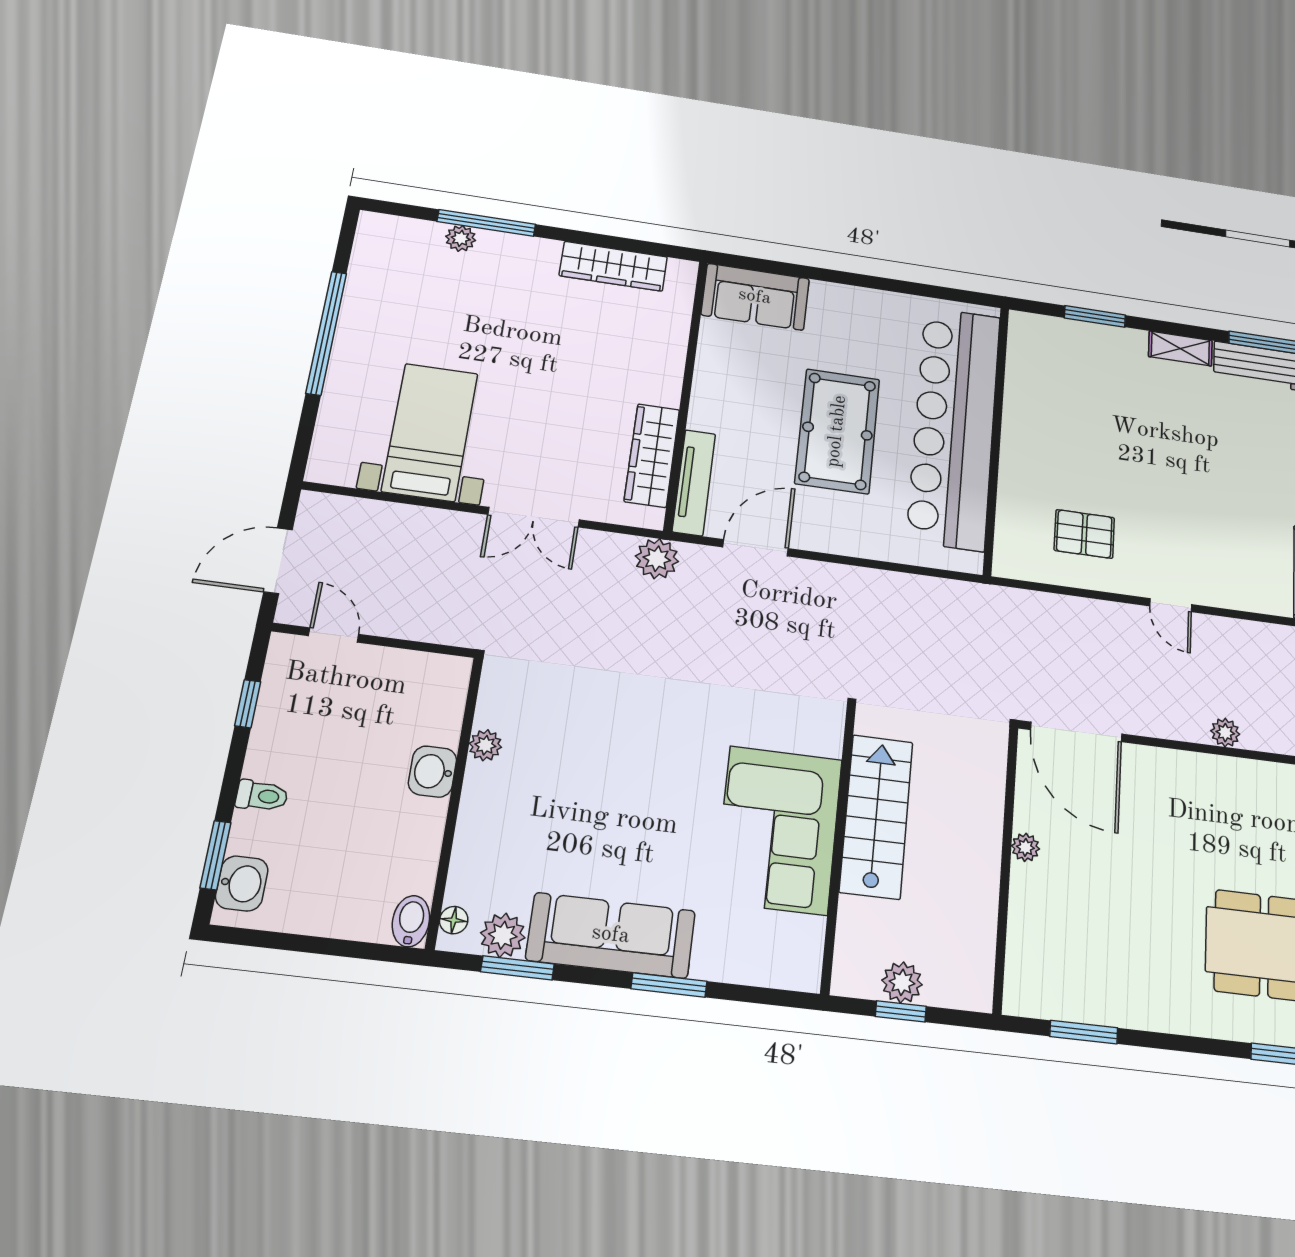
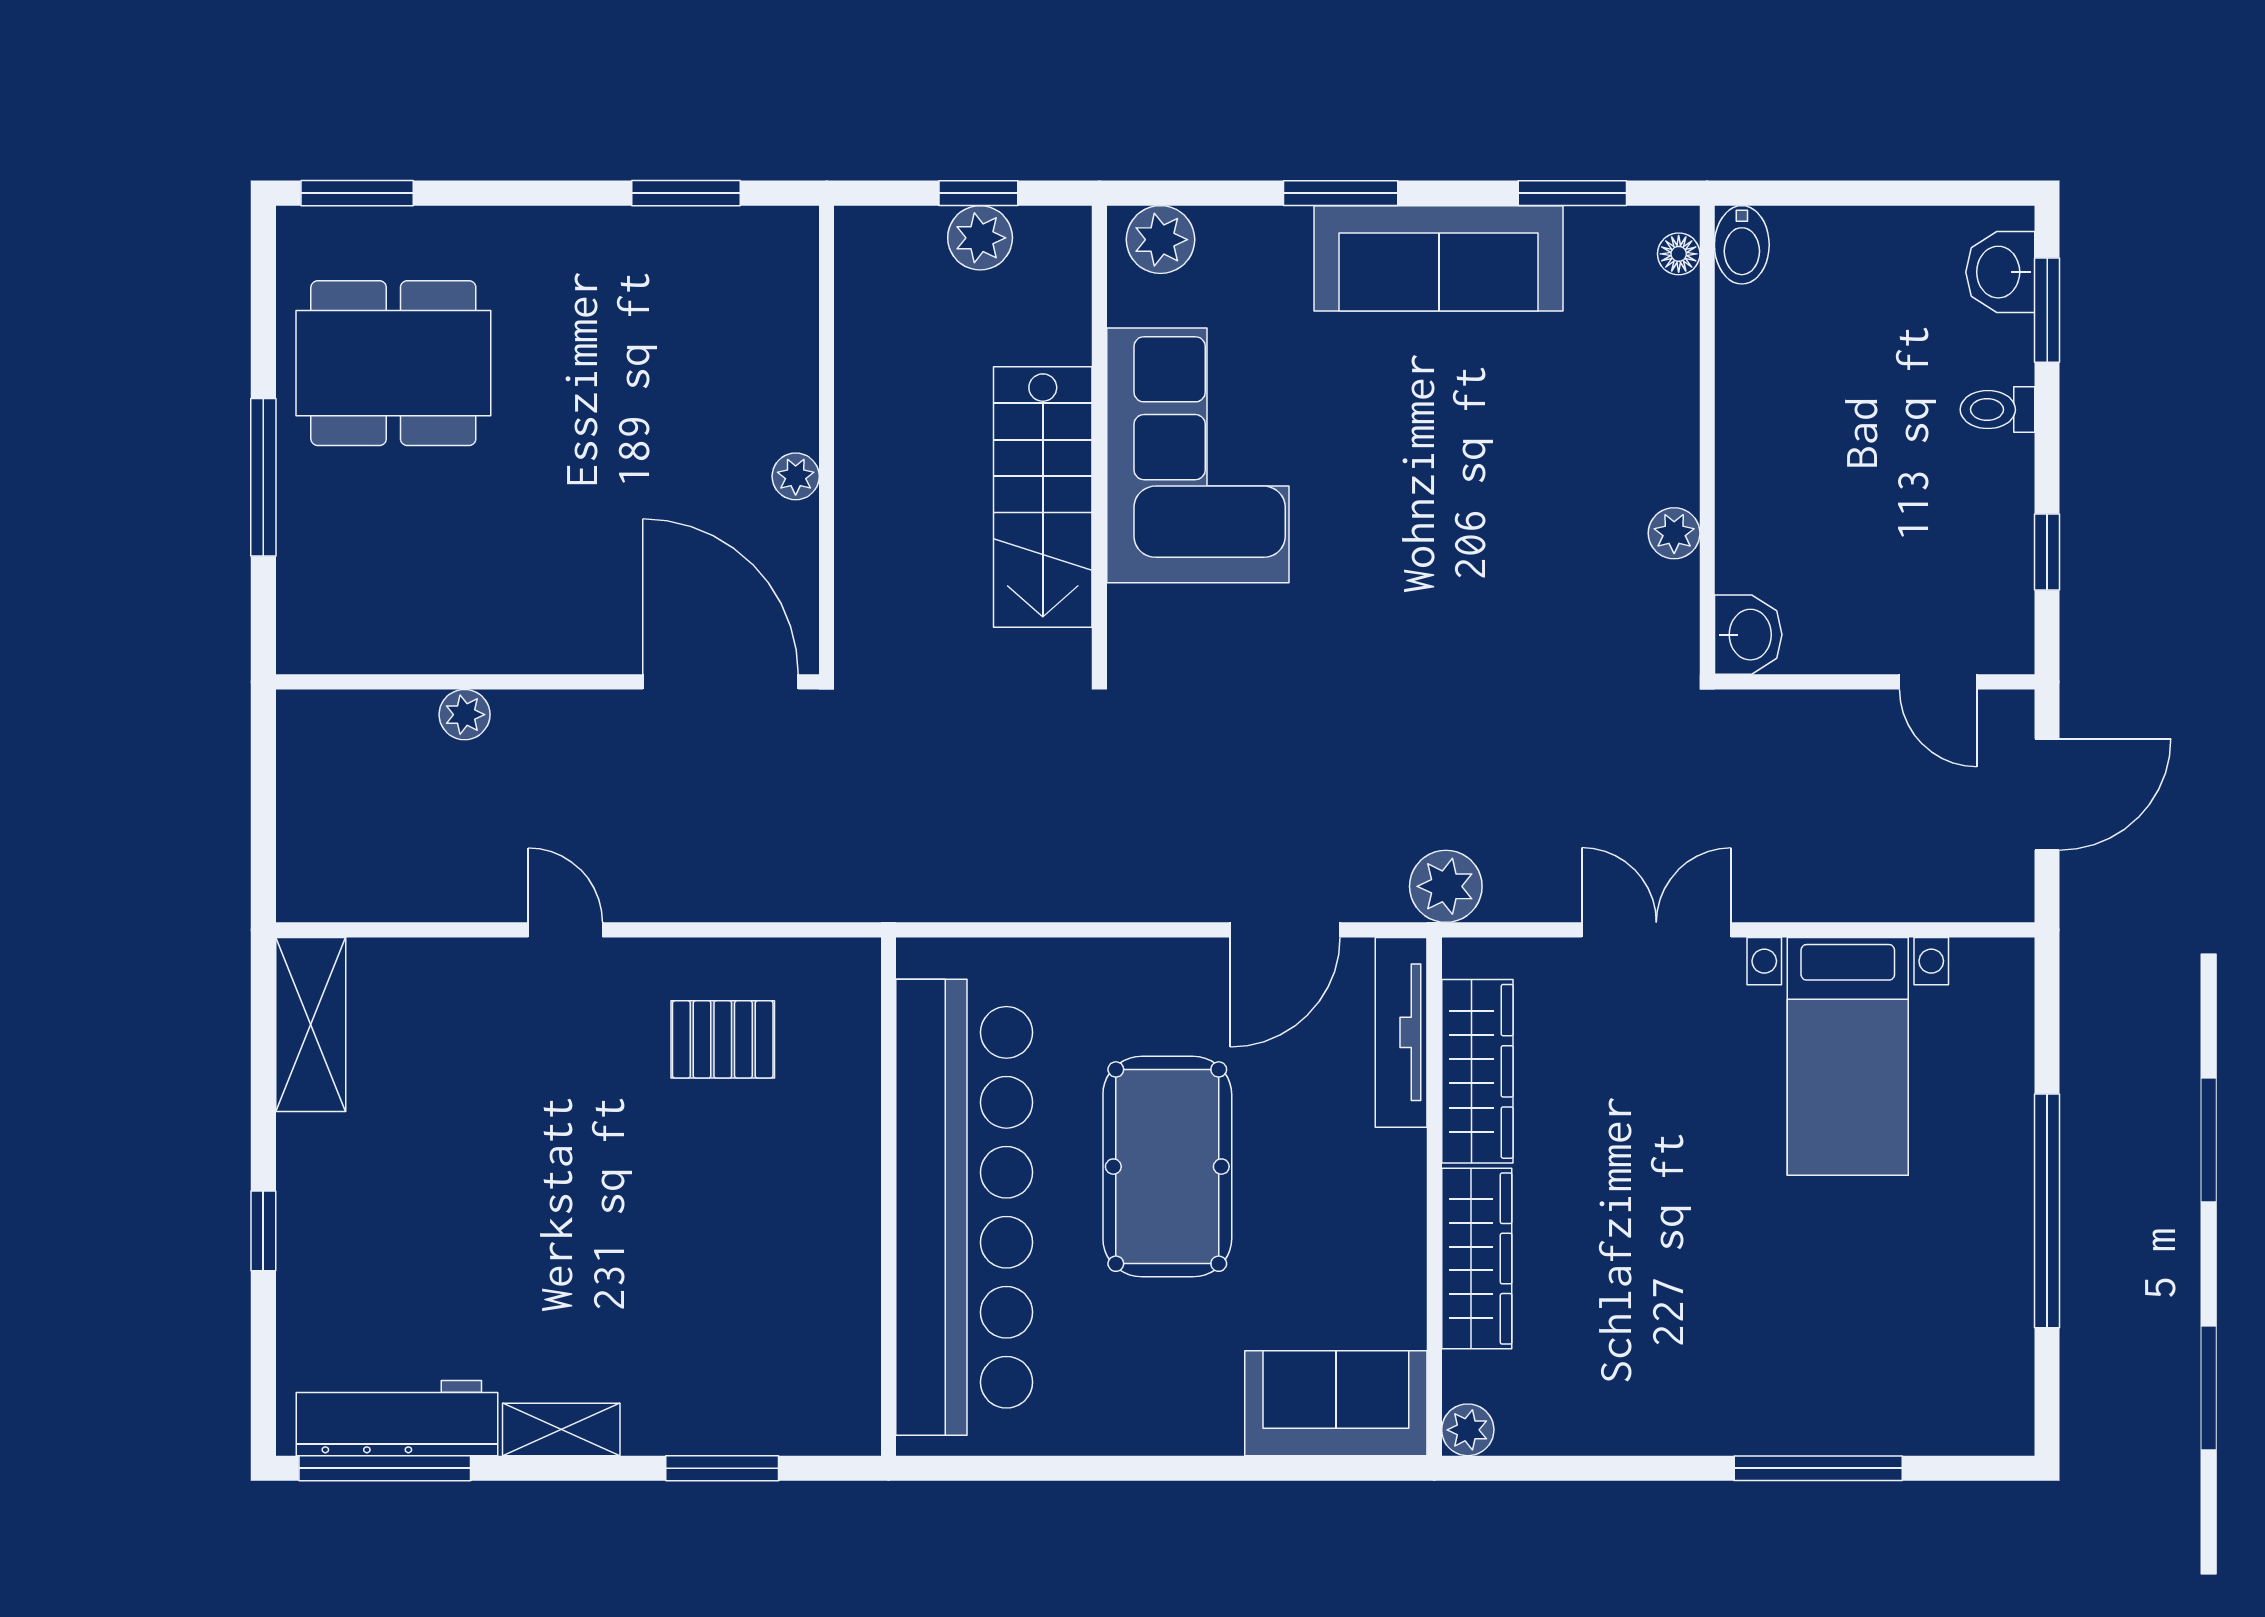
plant: (461, 238) -> (1468, 1430), moved
wardrobe: (613, 266) -> (1477, 1259), moved, turned 90
washbasin: (432, 772) -> (1748, 635), moved
plant: (503, 935) -> (1160, 240), moved

